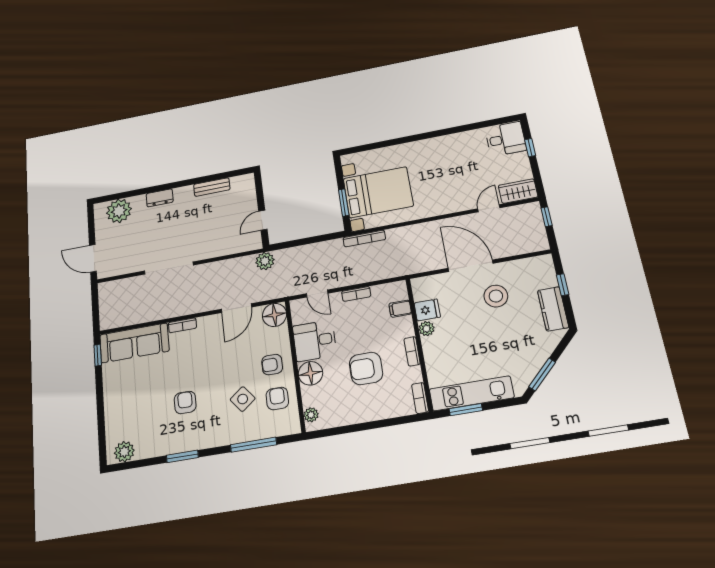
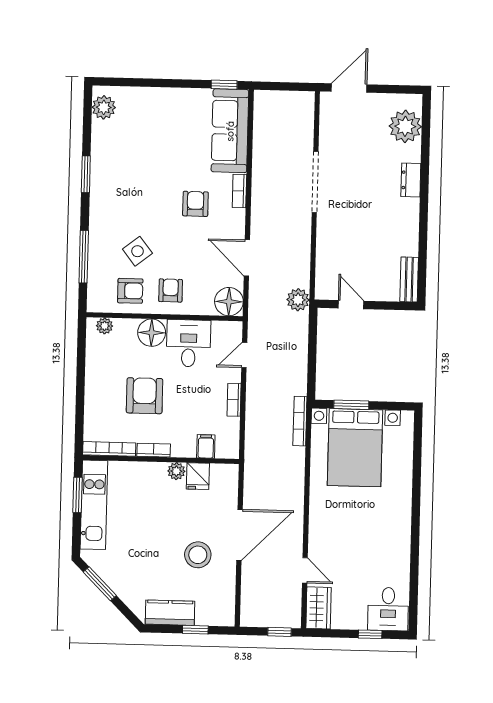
bench: (212, 187) -> (409, 279), moved
bookcase: (420, 398) -> (109, 449), width x1.56
armchair: (185, 402) -> (195, 204), moved, turned -90

